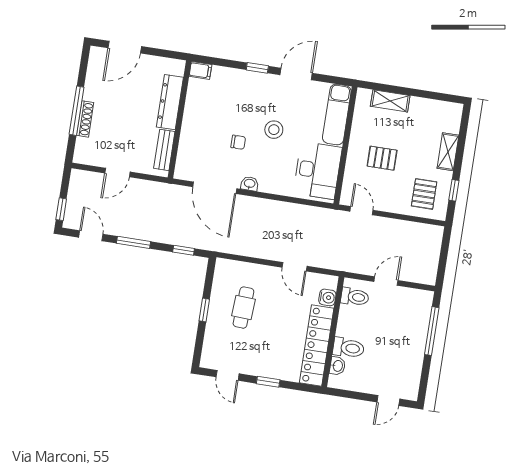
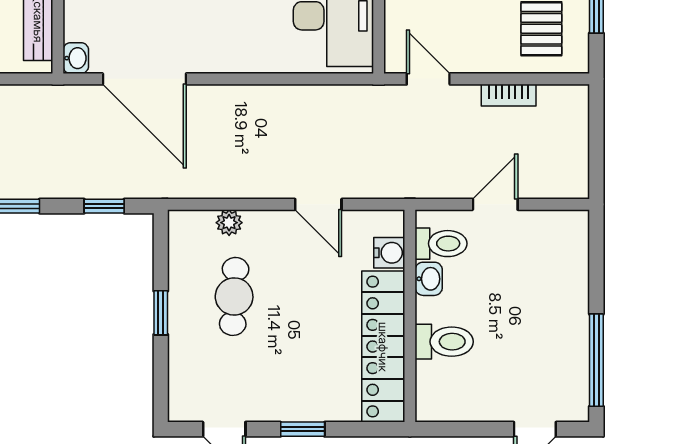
washbasin: (250, 184) -> (76, 58), moved, turned 90
bookcase: (402, 226) -> (509, 95), added
plant: (247, 269) -> (229, 223), added
window: (432, 331) -> (596, 360), moved
washbasin: (337, 366) -> (429, 279), moved

